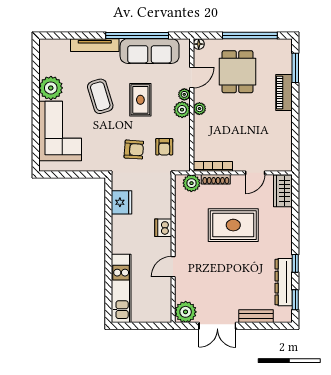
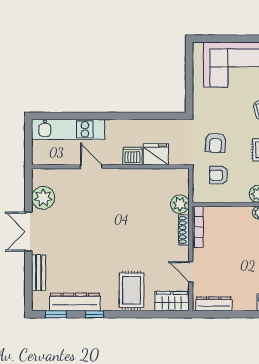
dresser: (285, 151) -> (214, 304), added
fridge: (122, 202) -> (156, 154), moved, turned 180
rug: (233, 225) -> (132, 290), moved, width x0.73, depth x0.70
dishwasher: (163, 228) -> (133, 156), moved
wall: (173, 249) -> (110, 167), moved
door: (173, 267) -> (91, 167), moved

